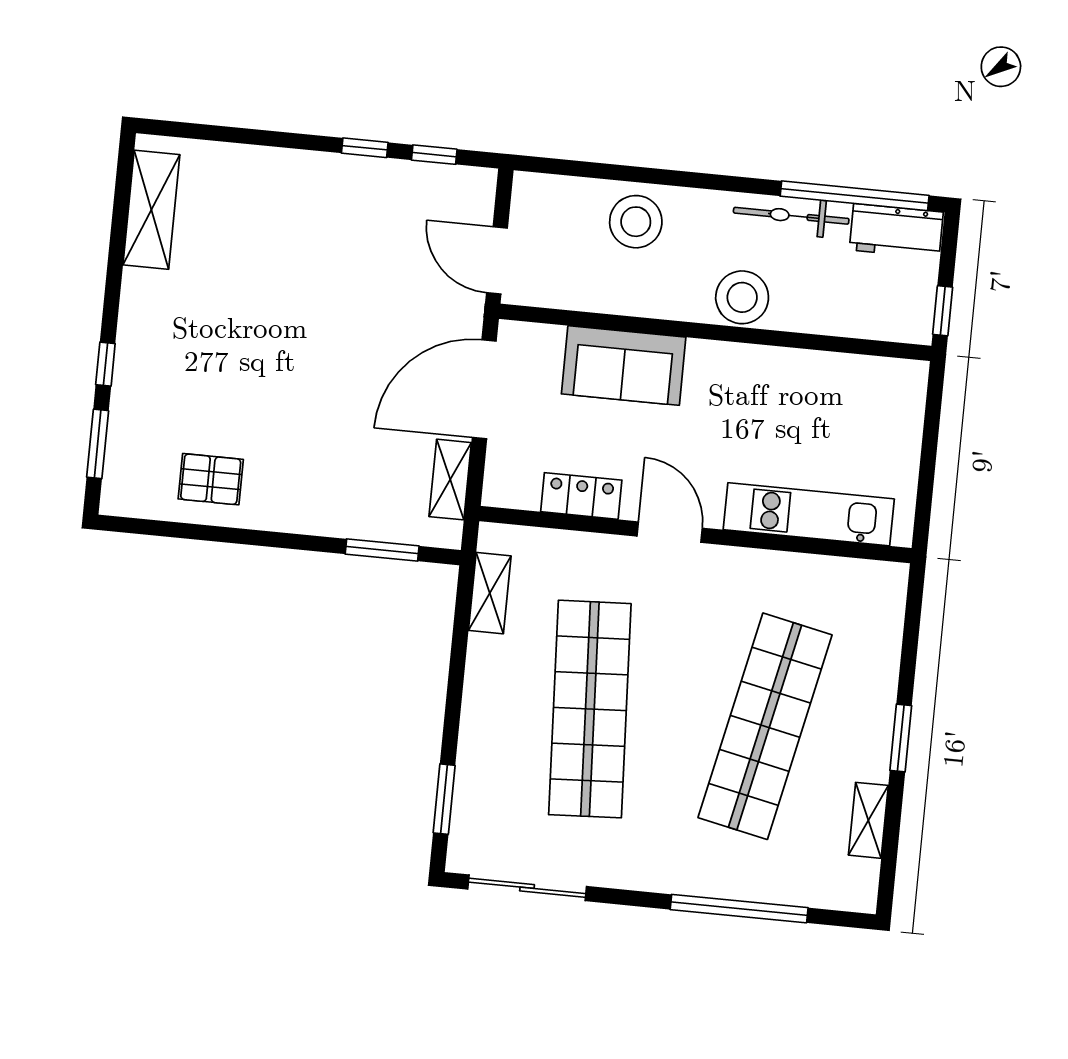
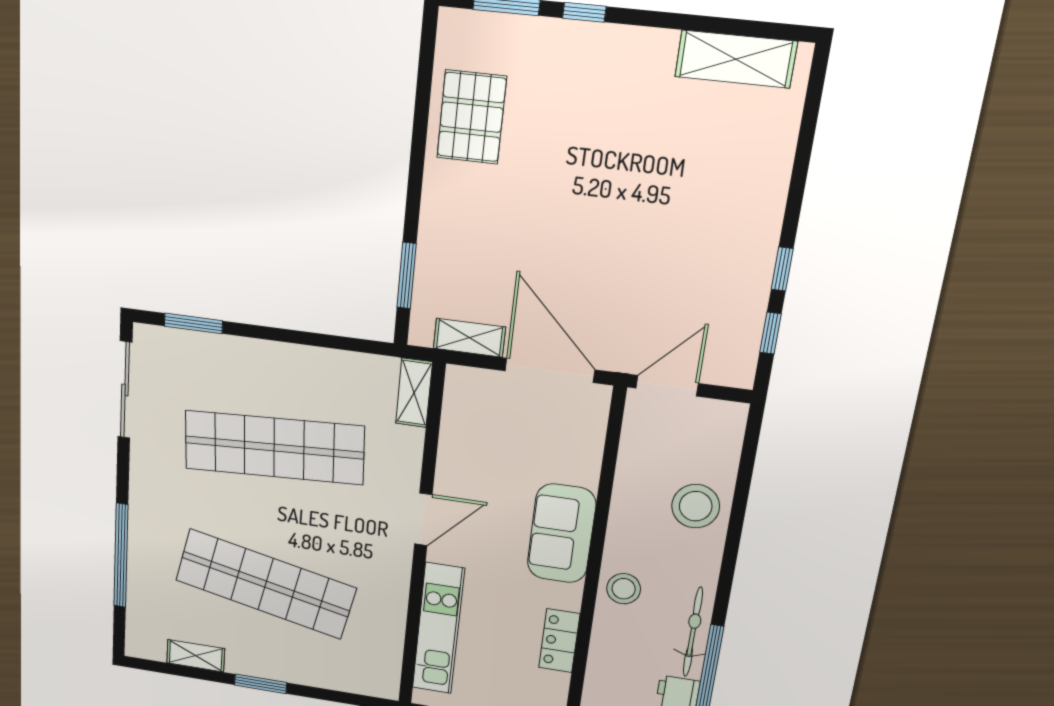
stool: (742, 297) -> (624, 589), width x0.73, depth x0.73
sofa: (624, 366) -> (561, 533), moved
pallet: (211, 479) -> (472, 117), width x1.50, depth x1.42
locker: (581, 496) -> (559, 641), moved, turned 180
shelving: (490, 593) -> (414, 393), moved, turned 90

